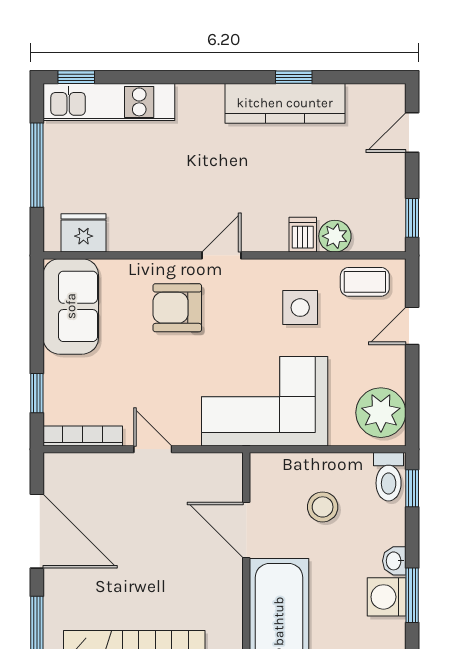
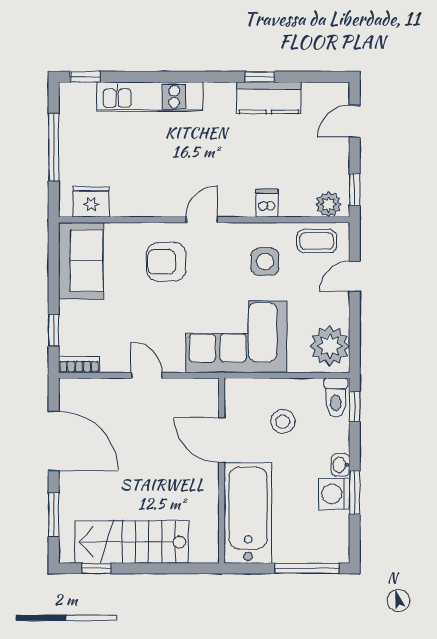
kitchen unit: (109, 102) -> (150, 97), moved
kitchen counter: (285, 103) -> (269, 98), width x0.67
plant: (335, 236) -> (329, 204), moved
bookcase: (83, 436) -> (79, 365), width x0.64

